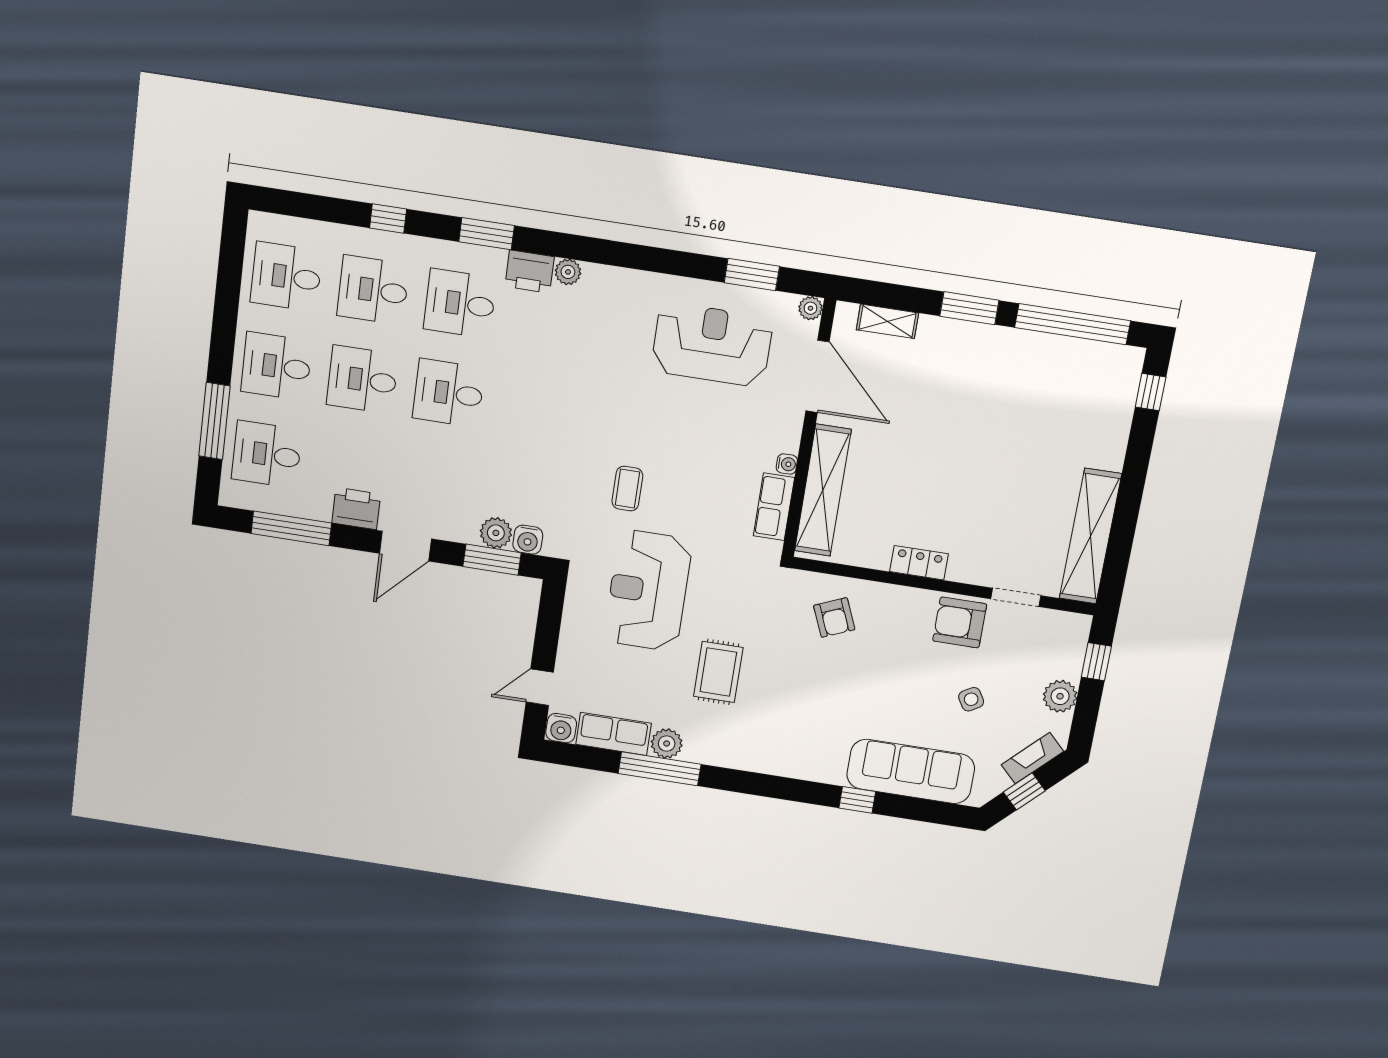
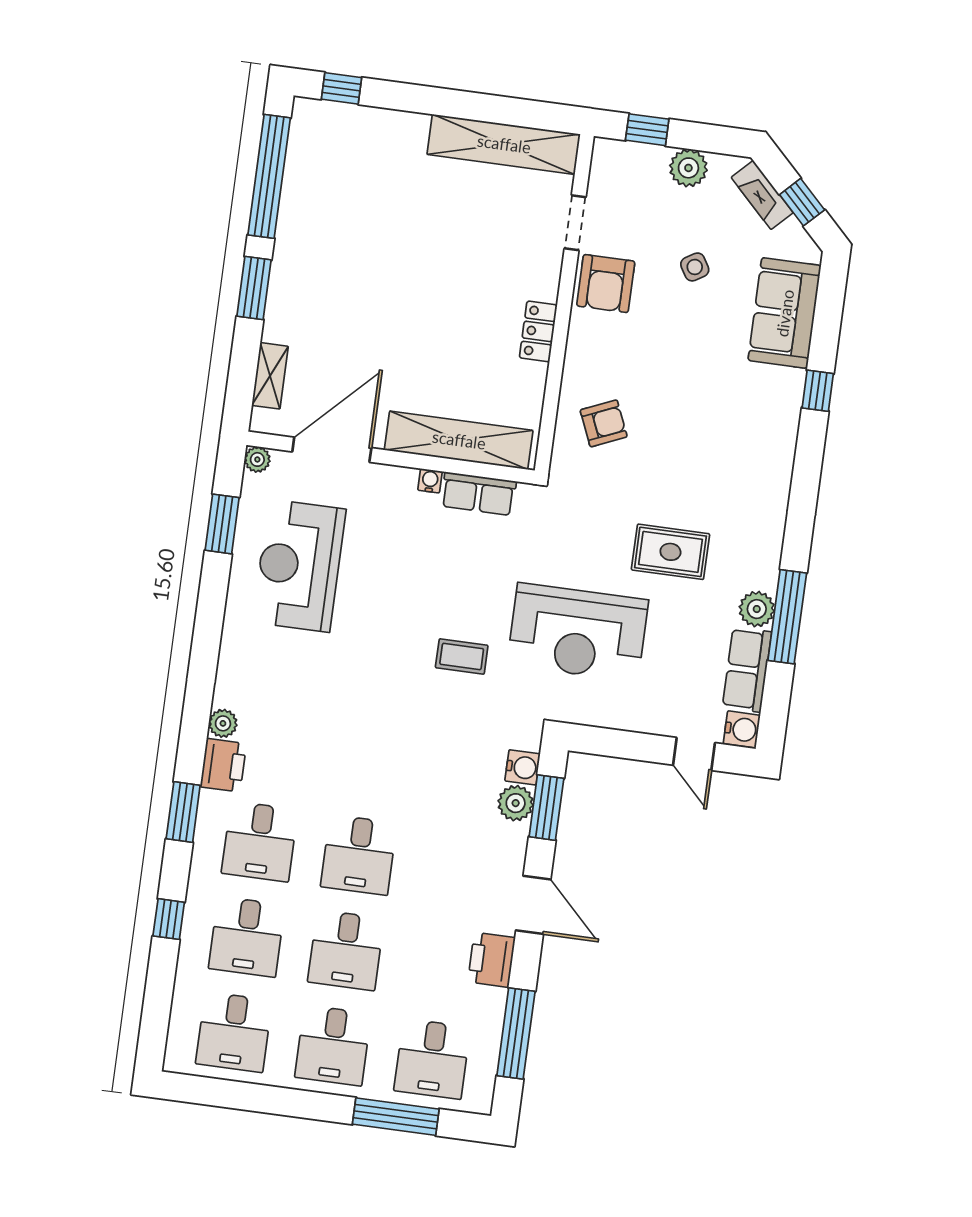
sofa: (911, 771) -> (785, 313), width x0.73

